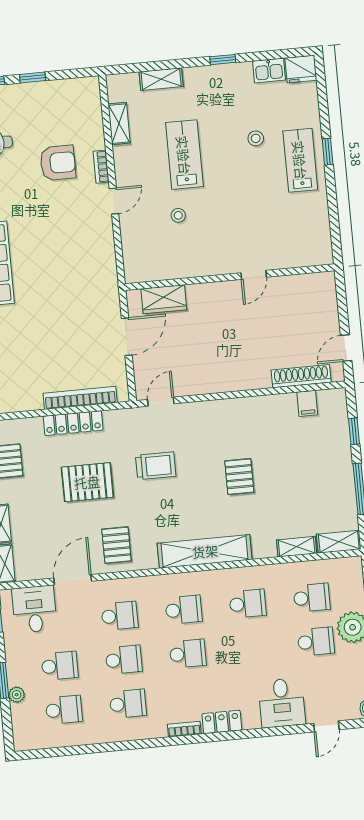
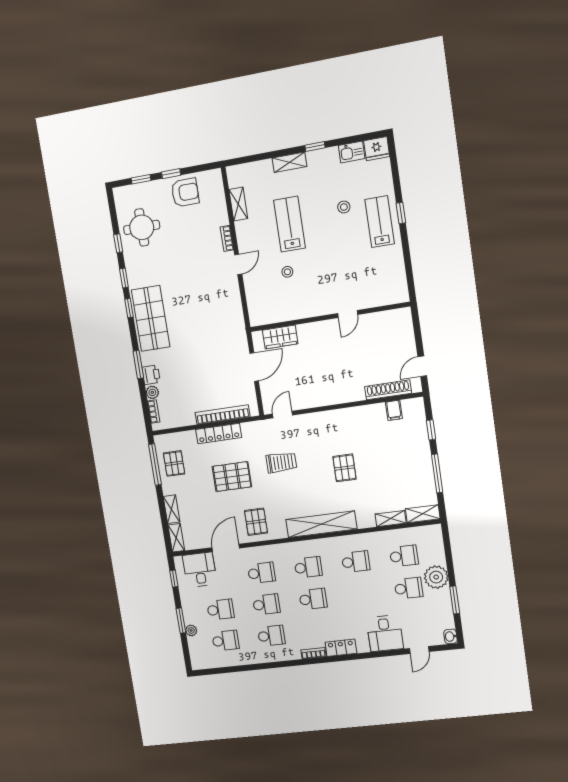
shelving: (161, 79) -> (289, 162), moved
armchair: (58, 163) -> (185, 192), moved

